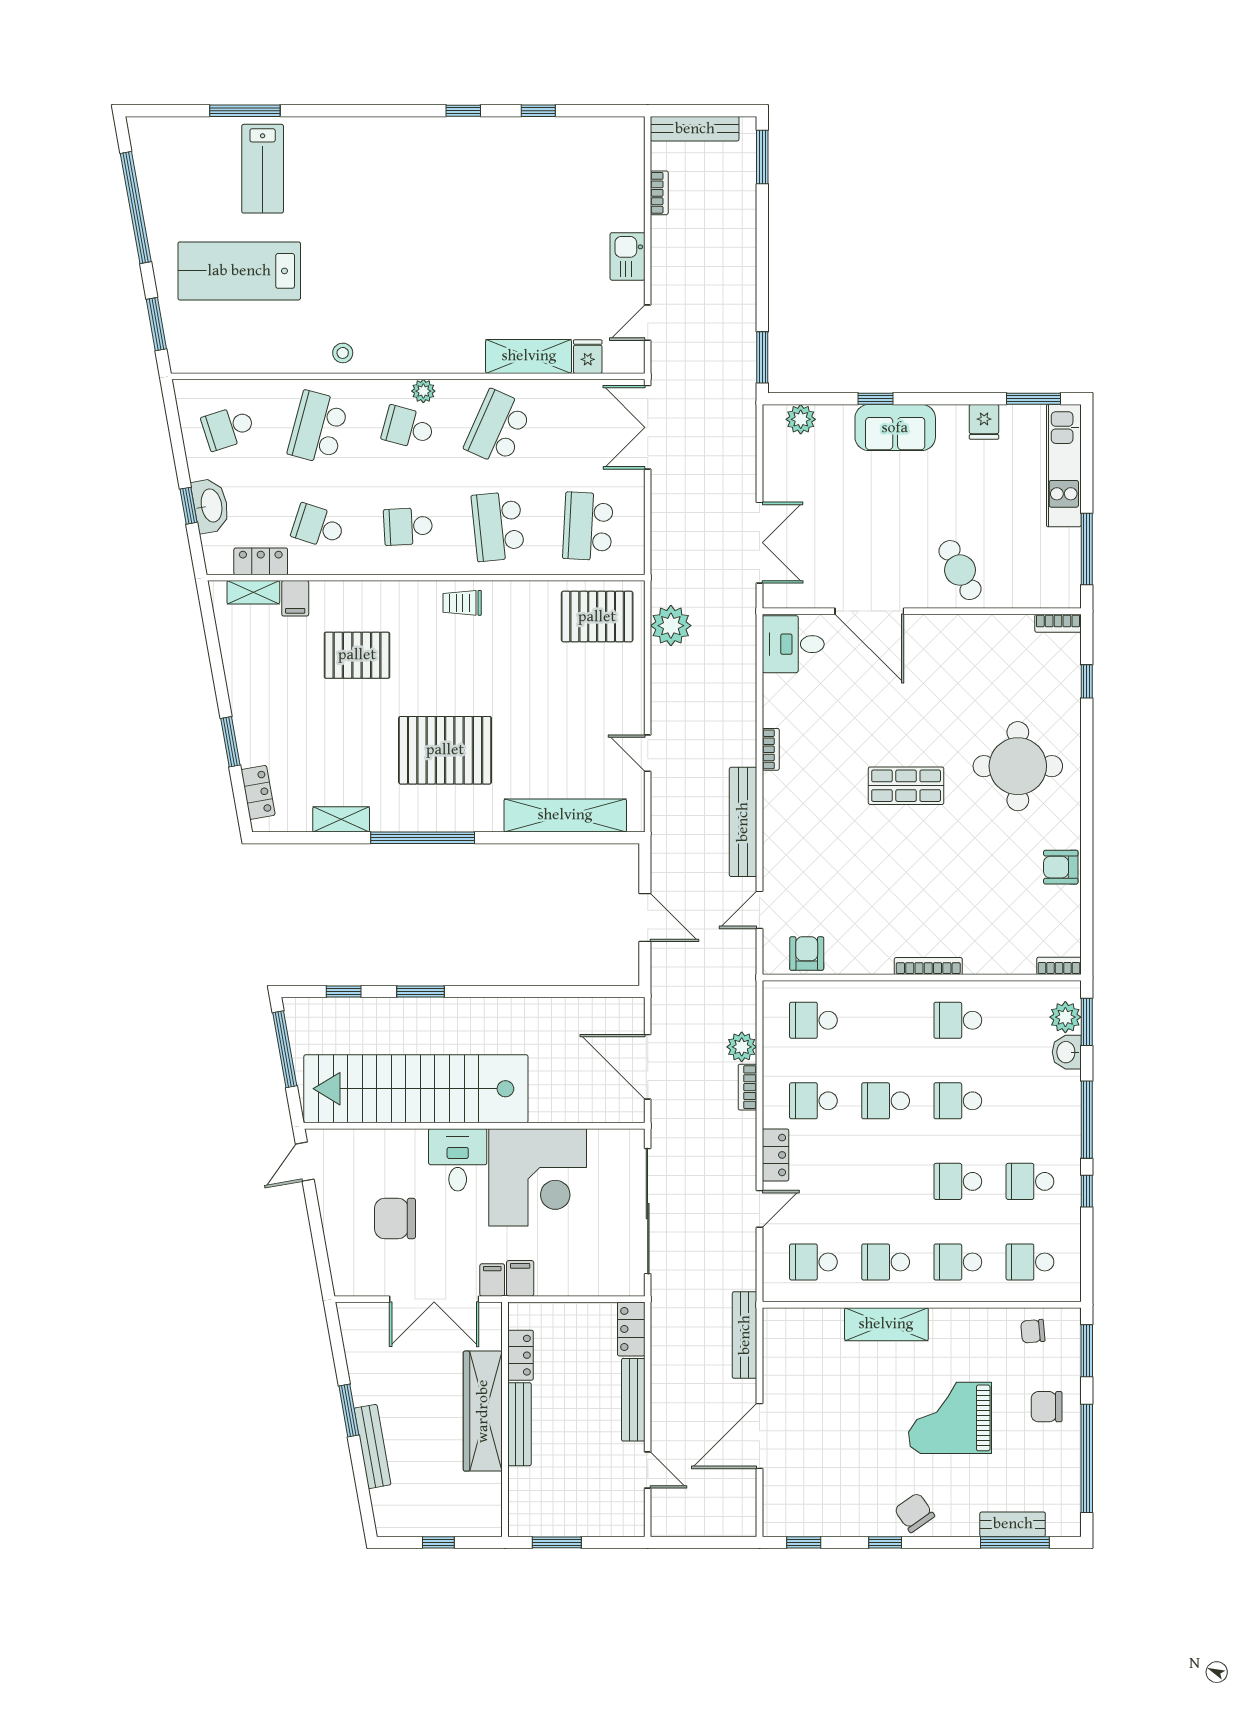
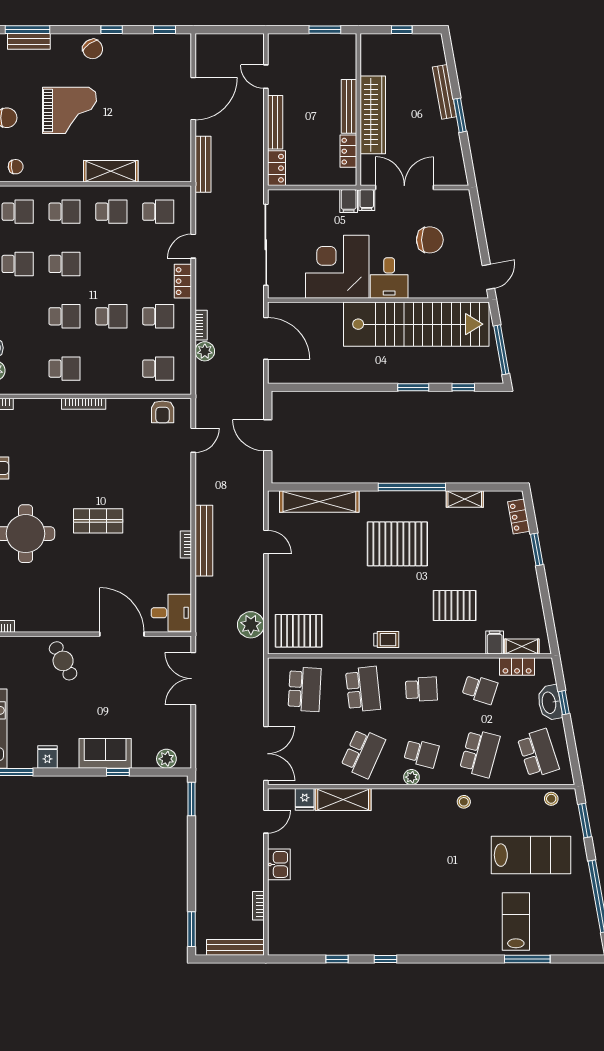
stool: (208, 358) -> (551, 799), added
school desk: (228, 428) -> (538, 753), width x1.85
bench: (743, 822) -> (204, 541), moved

